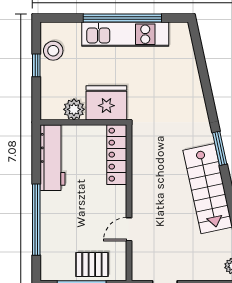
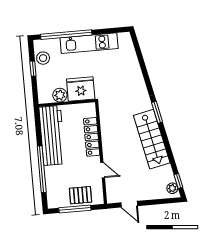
window: (122, 18) -> (66, 35), moved
locker: (117, 155) -> (92, 137), moved
workbench: (53, 158) -> (52, 135), width x1.36, depth x1.32
door: (129, 229) -> (103, 170), swing flipped

